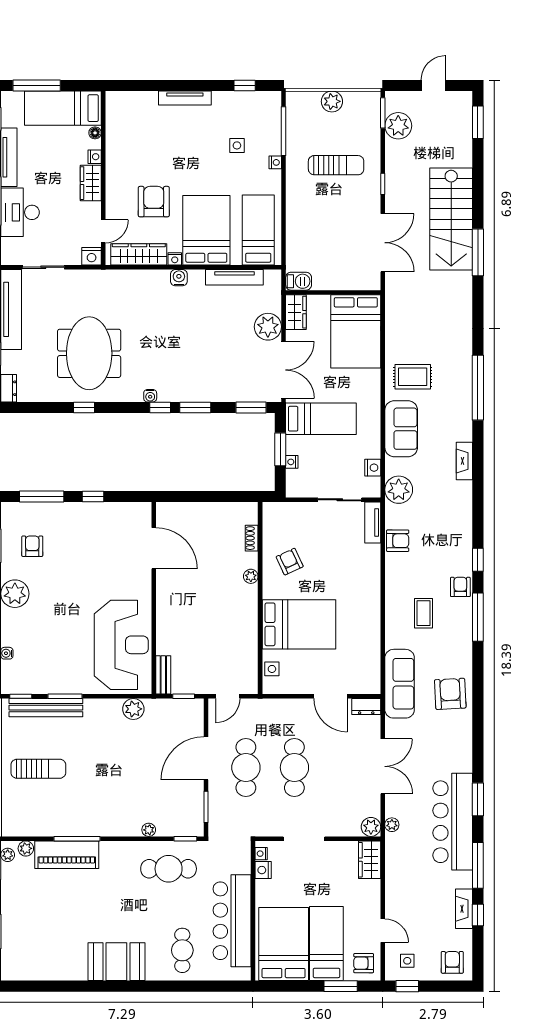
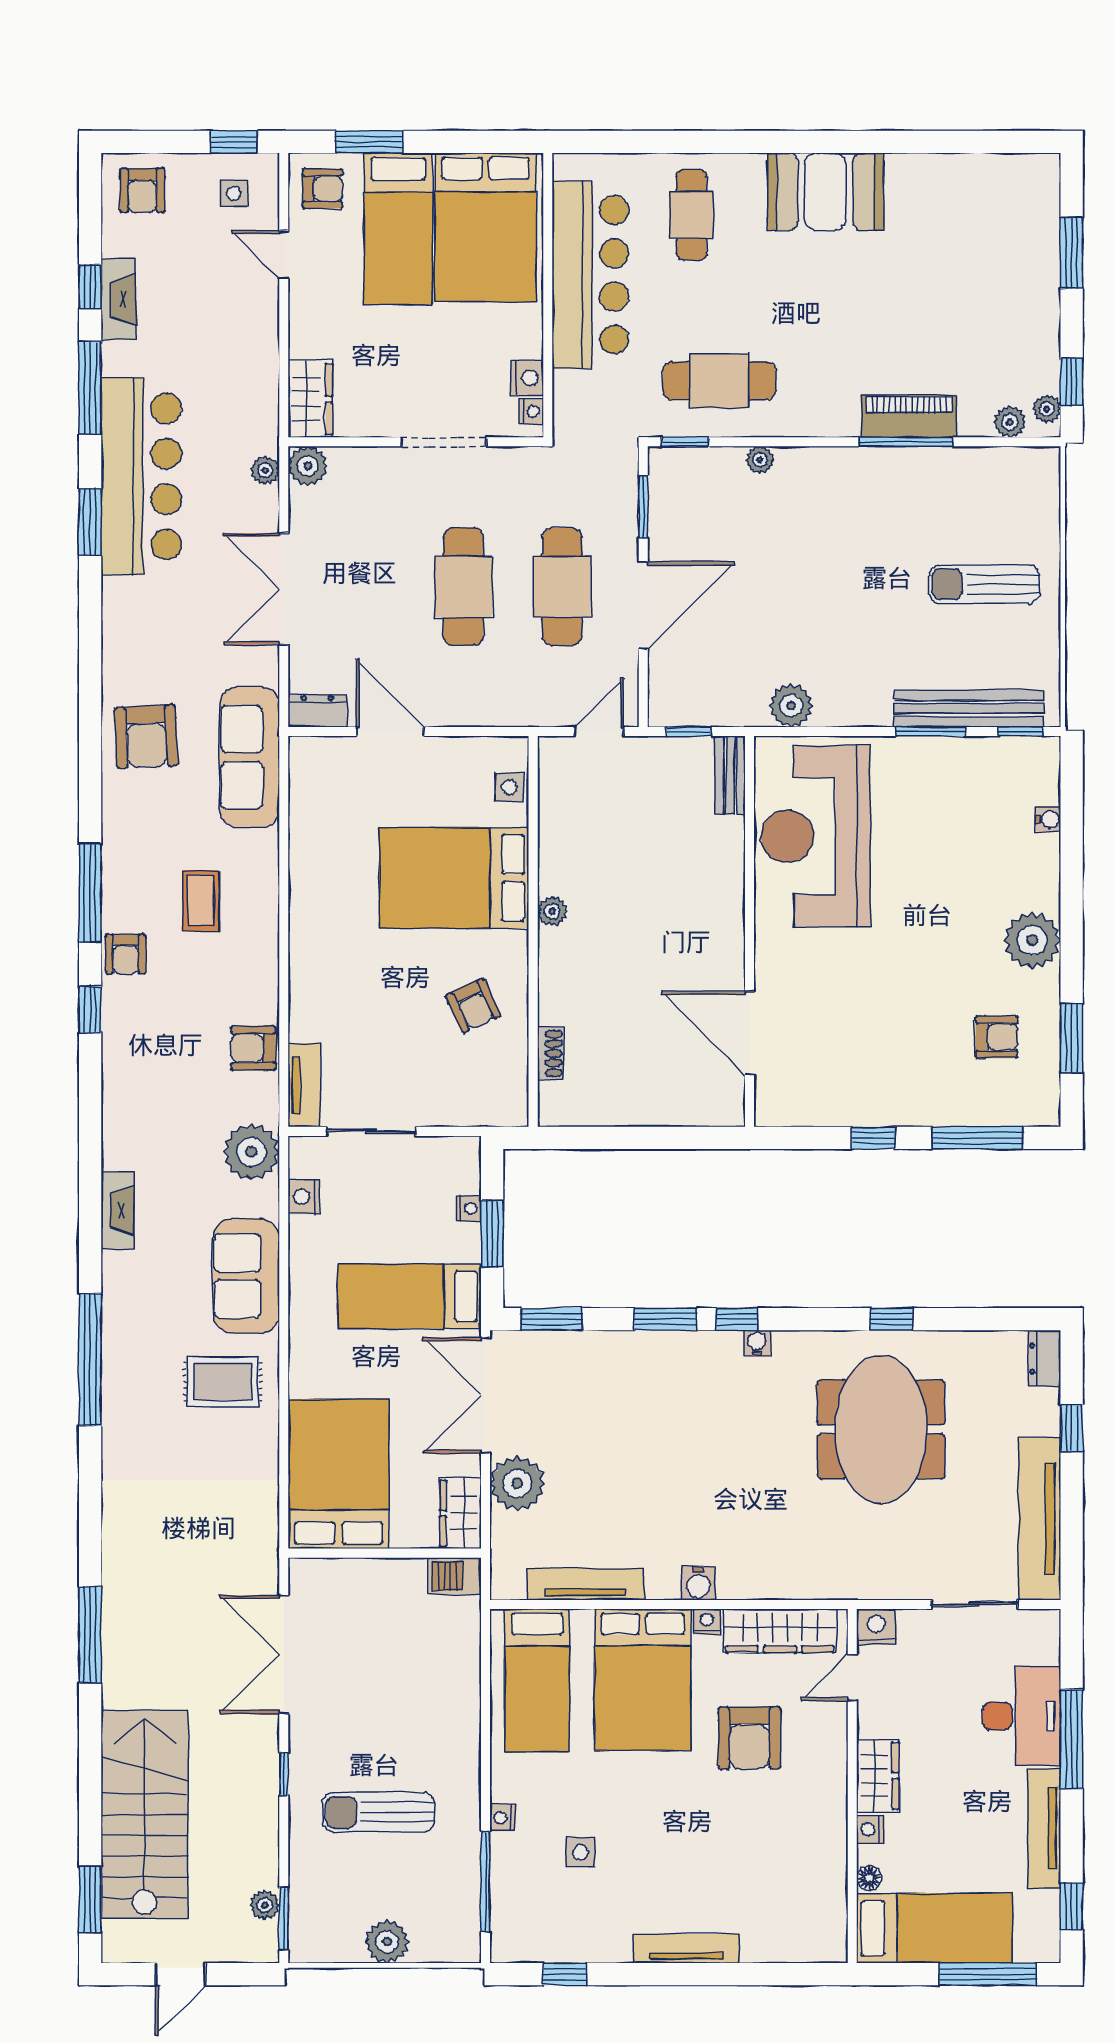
plant: (398, 126) -> (265, 1905), width x0.53, depth x0.53
stairs: (451, 219) -> (144, 1814), moved
armchair: (32, 546) -> (997, 1037), turned -90
plant: (251, 576) -> (552, 911), moved
piano: (67, 855) -> (909, 416), width x0.73, depth x0.75

